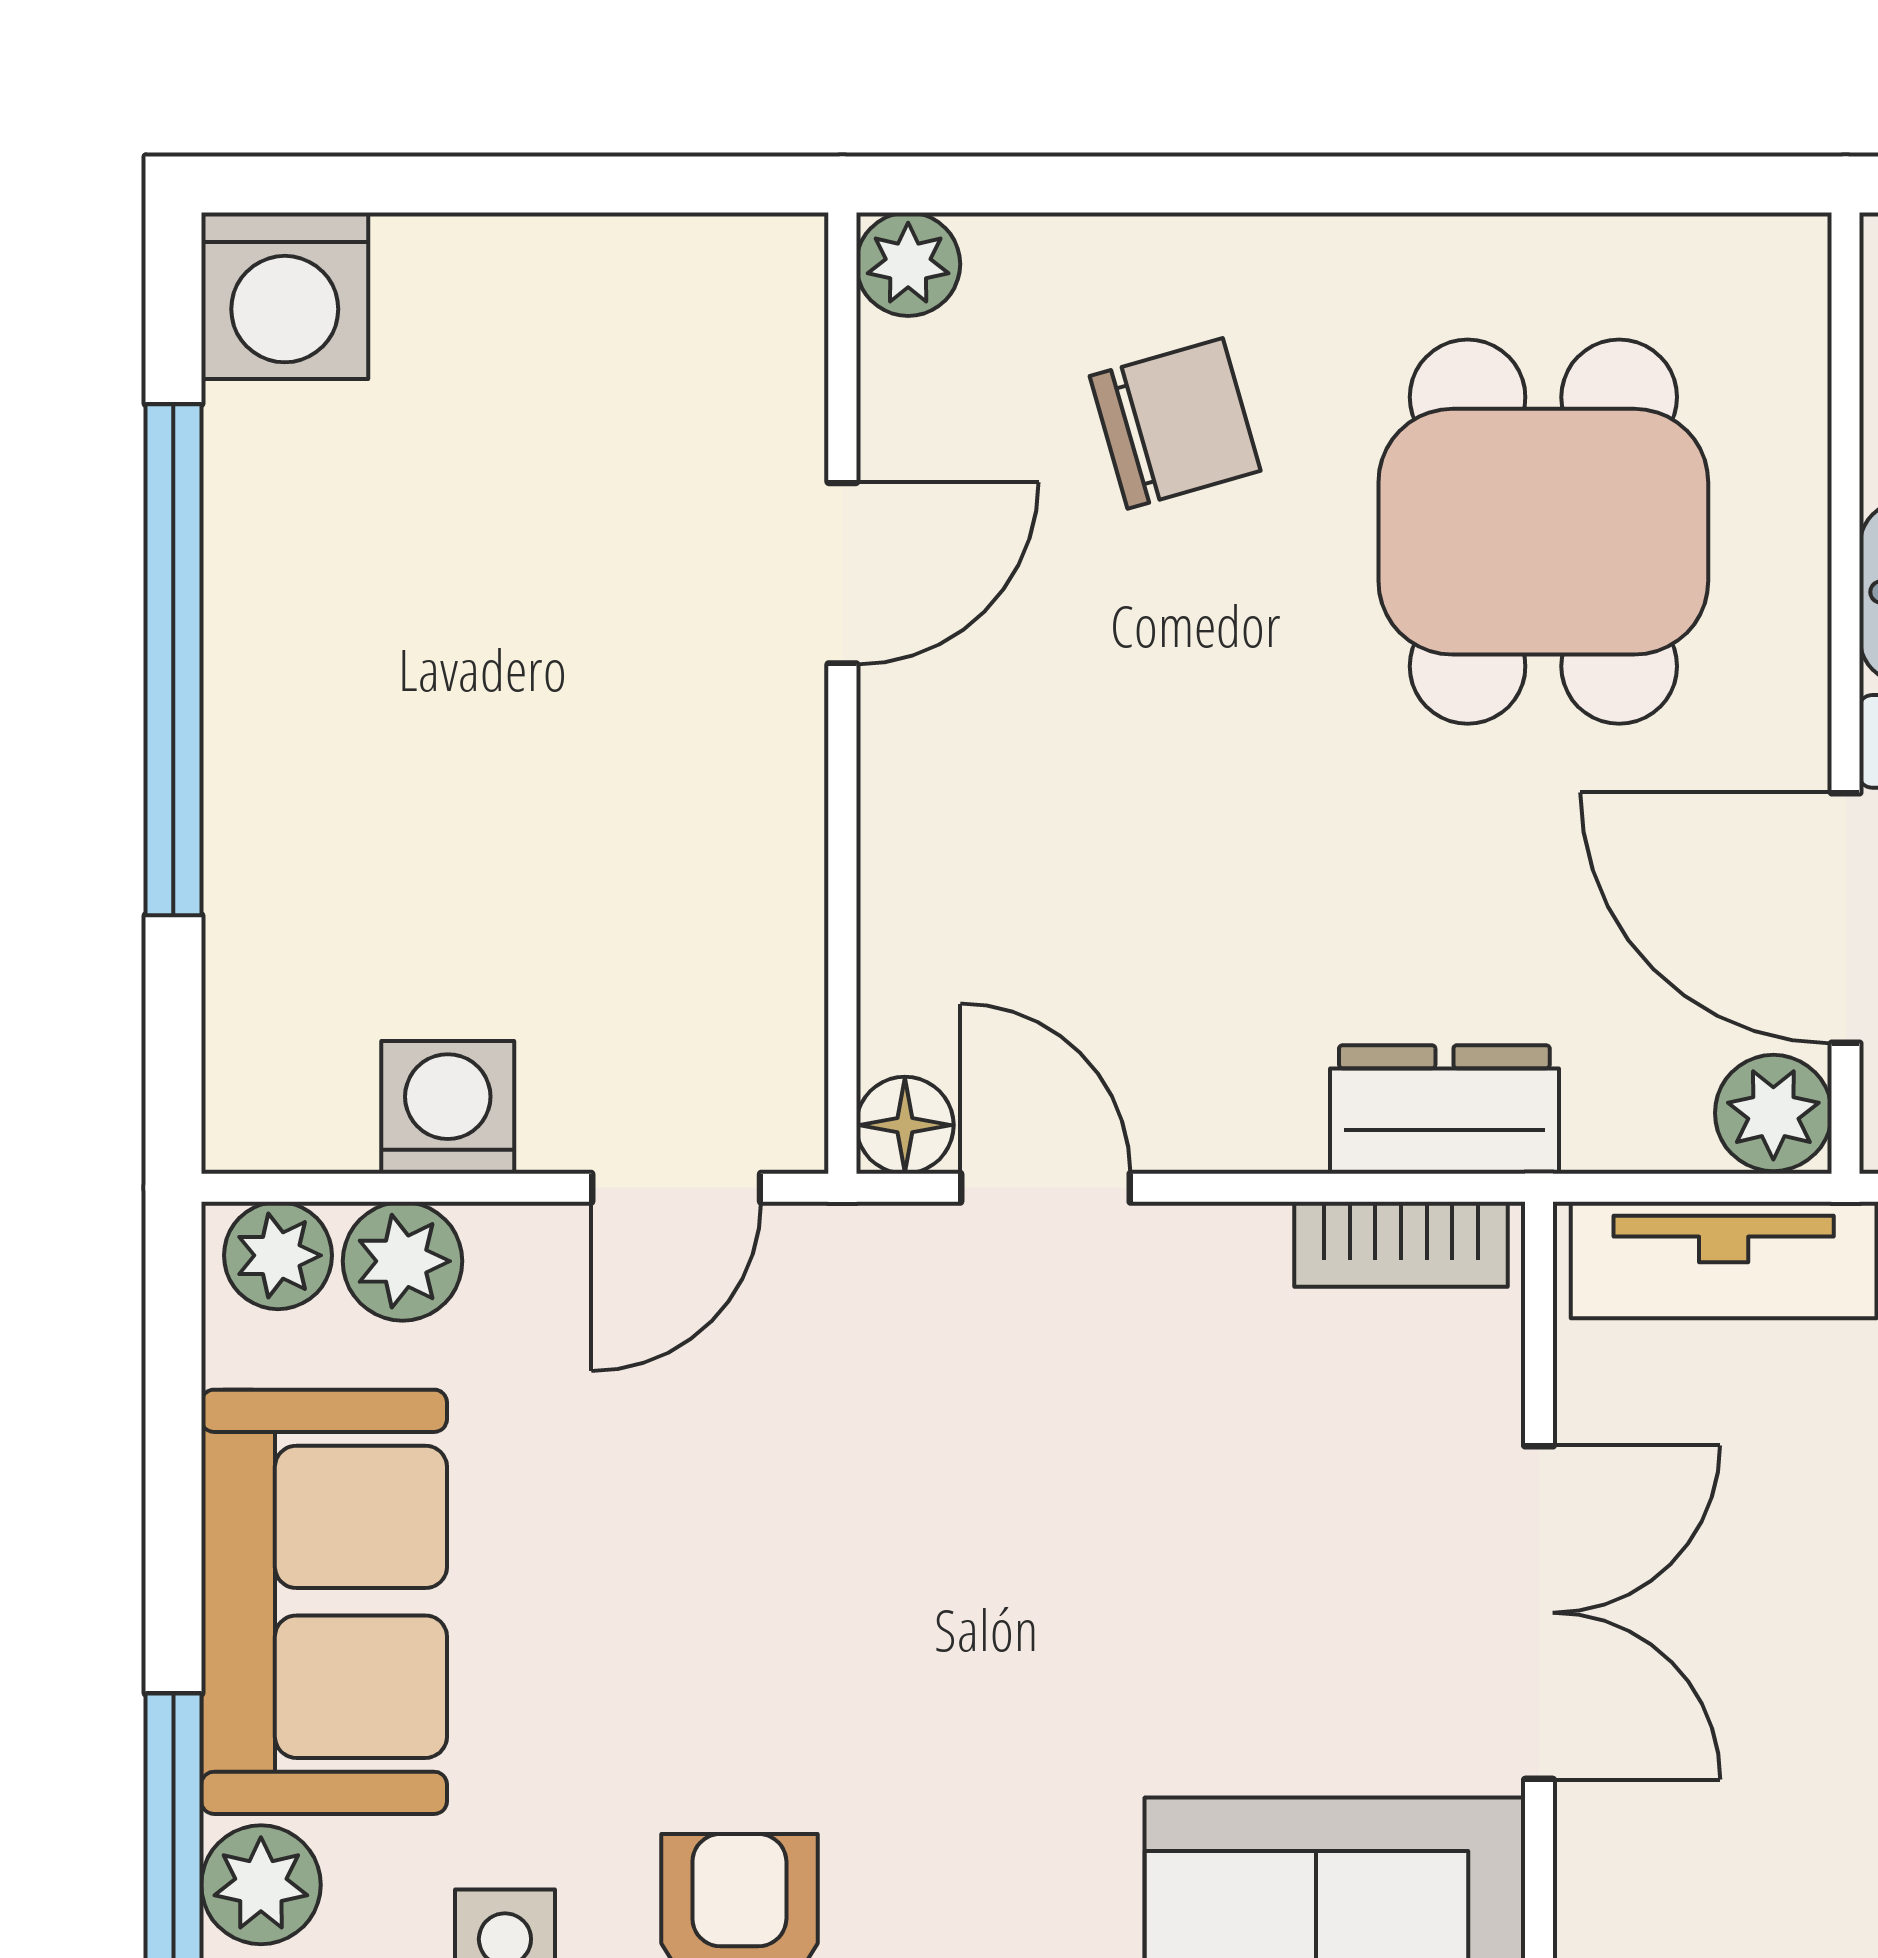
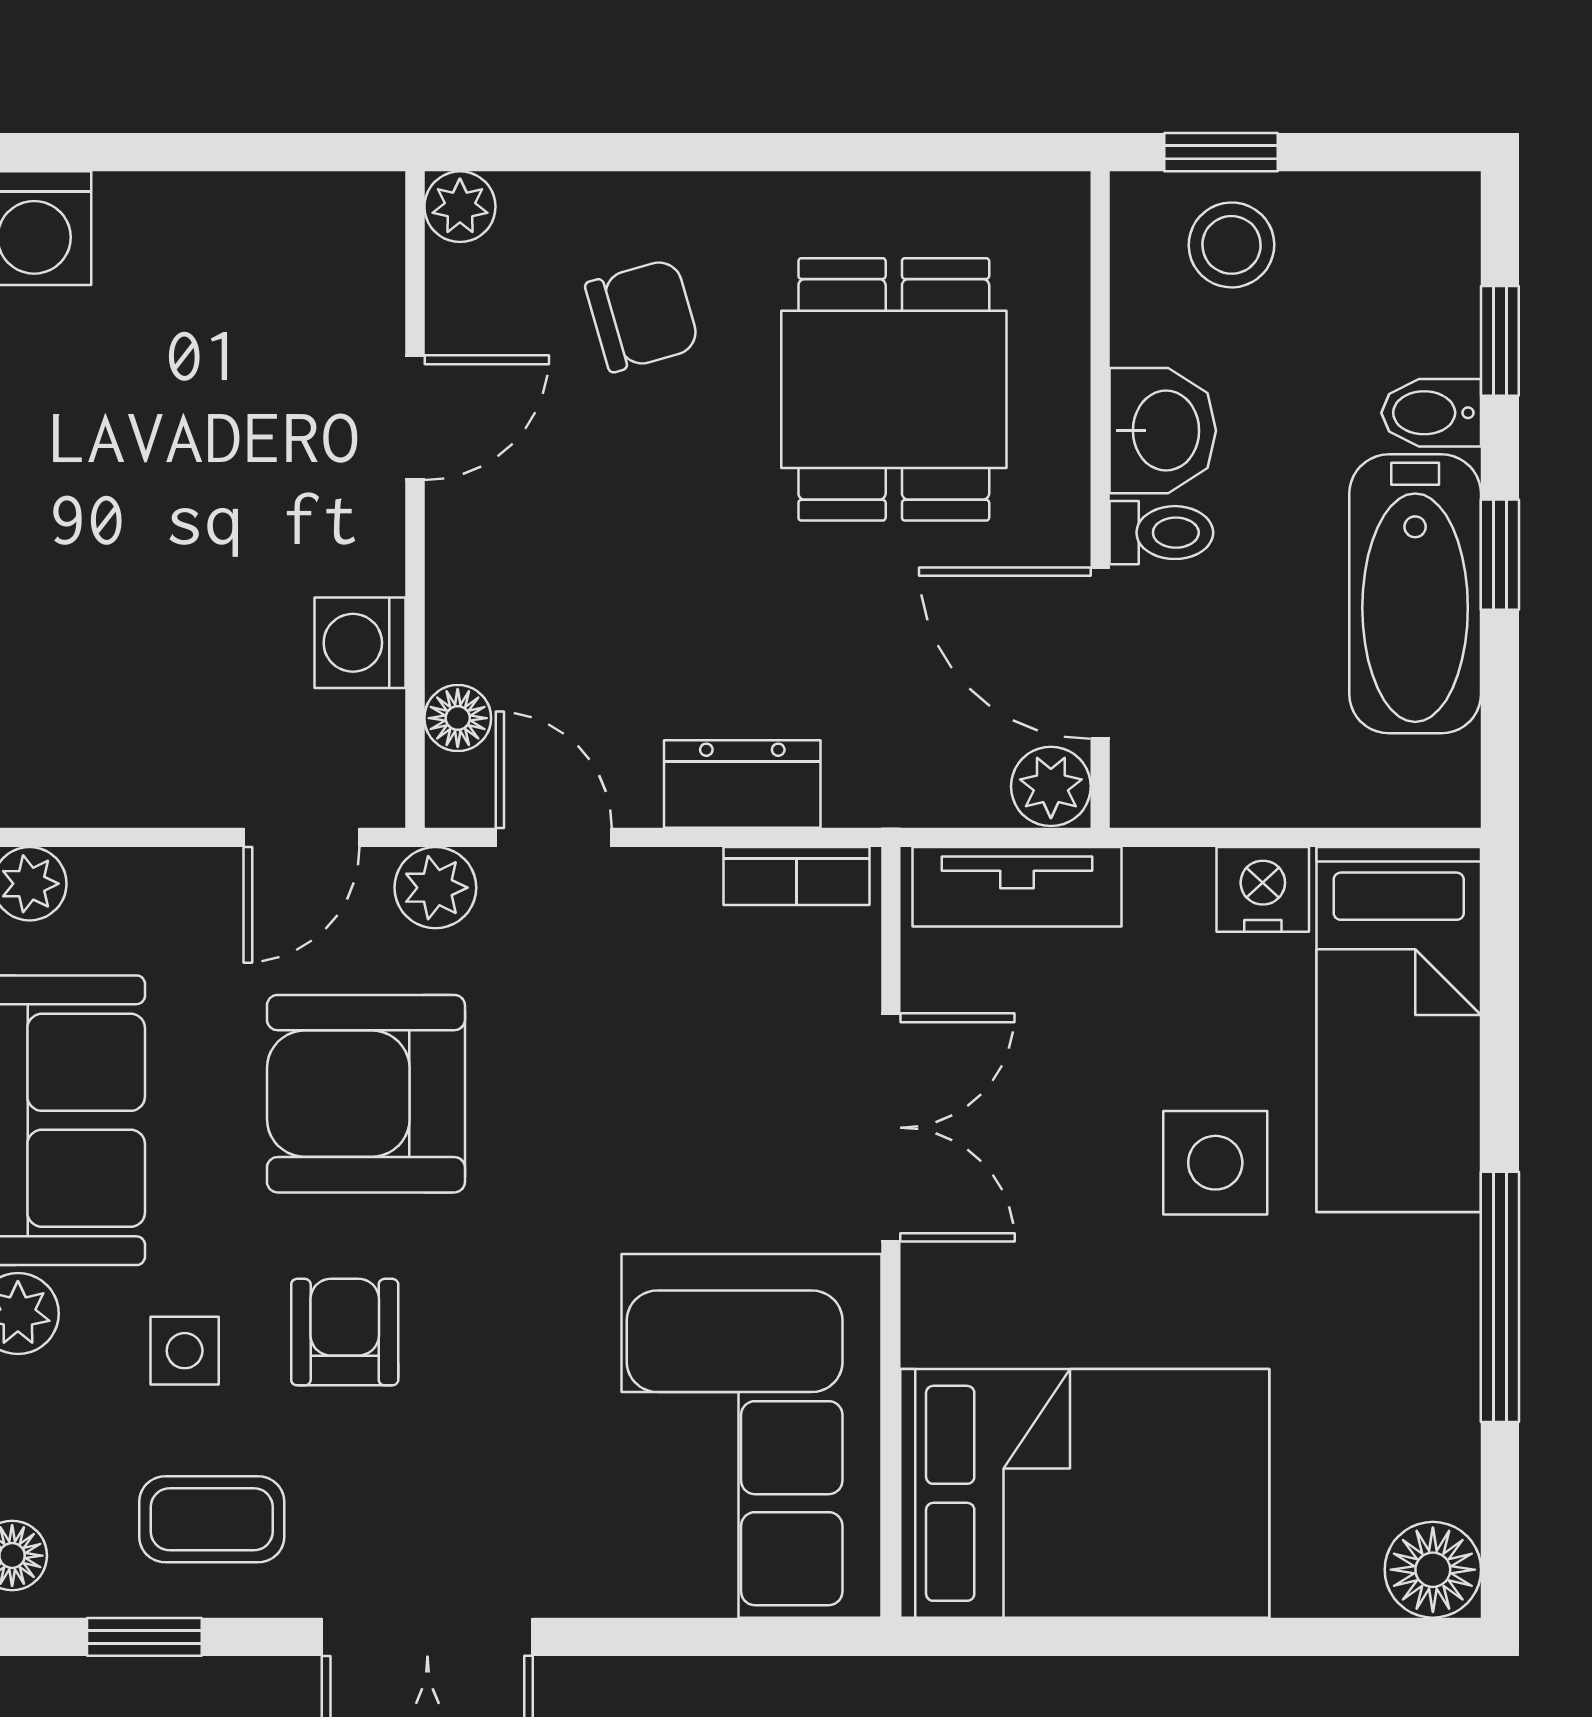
washing machine: (448, 1107) -> (360, 643), moved, turned -90
dresser: (1444, 1109) -> (742, 784), moved
floor lamp: (905, 1125) -> (458, 718), moved
plant: (403, 1261) -> (435, 888), moved
armchair: (771, 1563) -> (366, 1094), added

